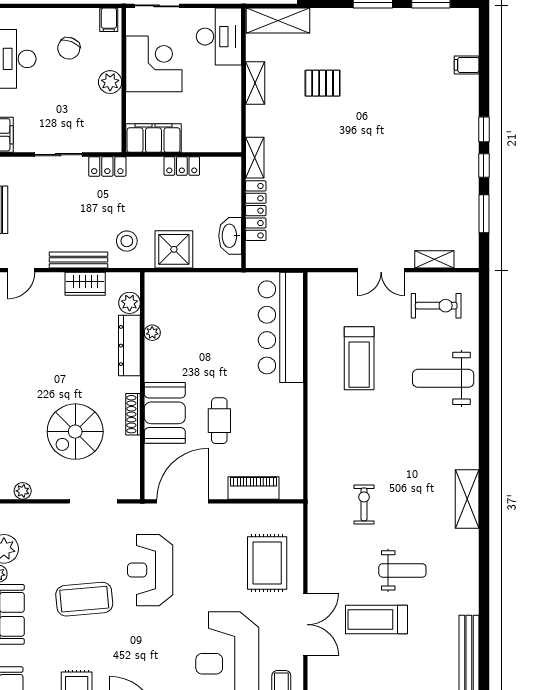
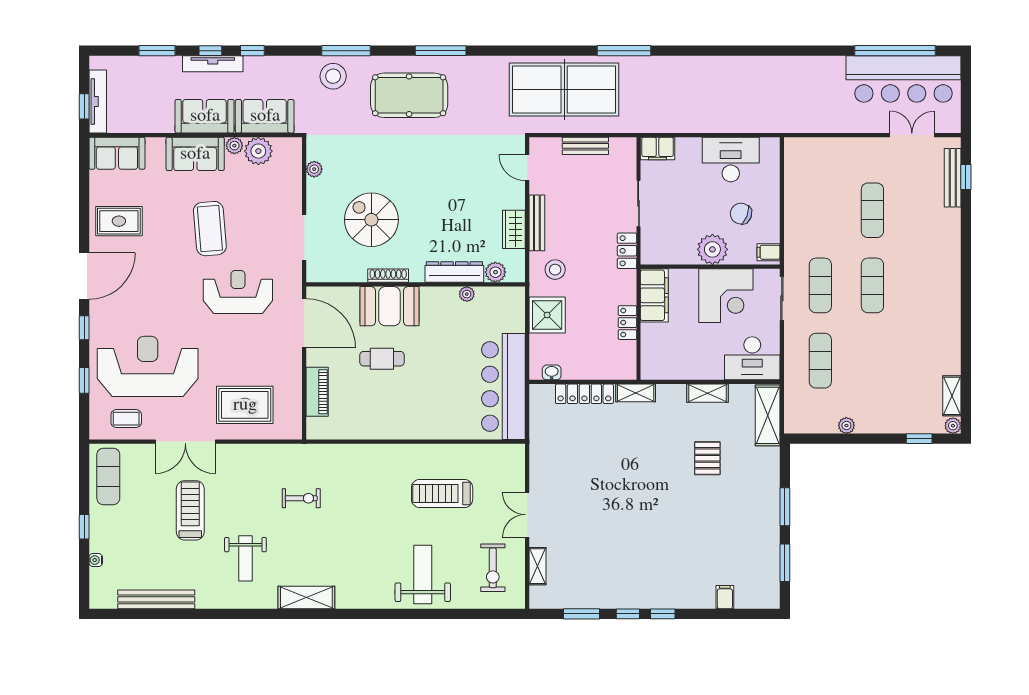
plant: (110, 82) -> (712, 249), width x1.36, depth x1.36
washbasin: (230, 236) -> (552, 372), width x0.52, depth x0.69
bar counter: (281, 327) -> (503, 387), moved, turned -90
weight bench: (402, 570) -> (245, 558), moved

